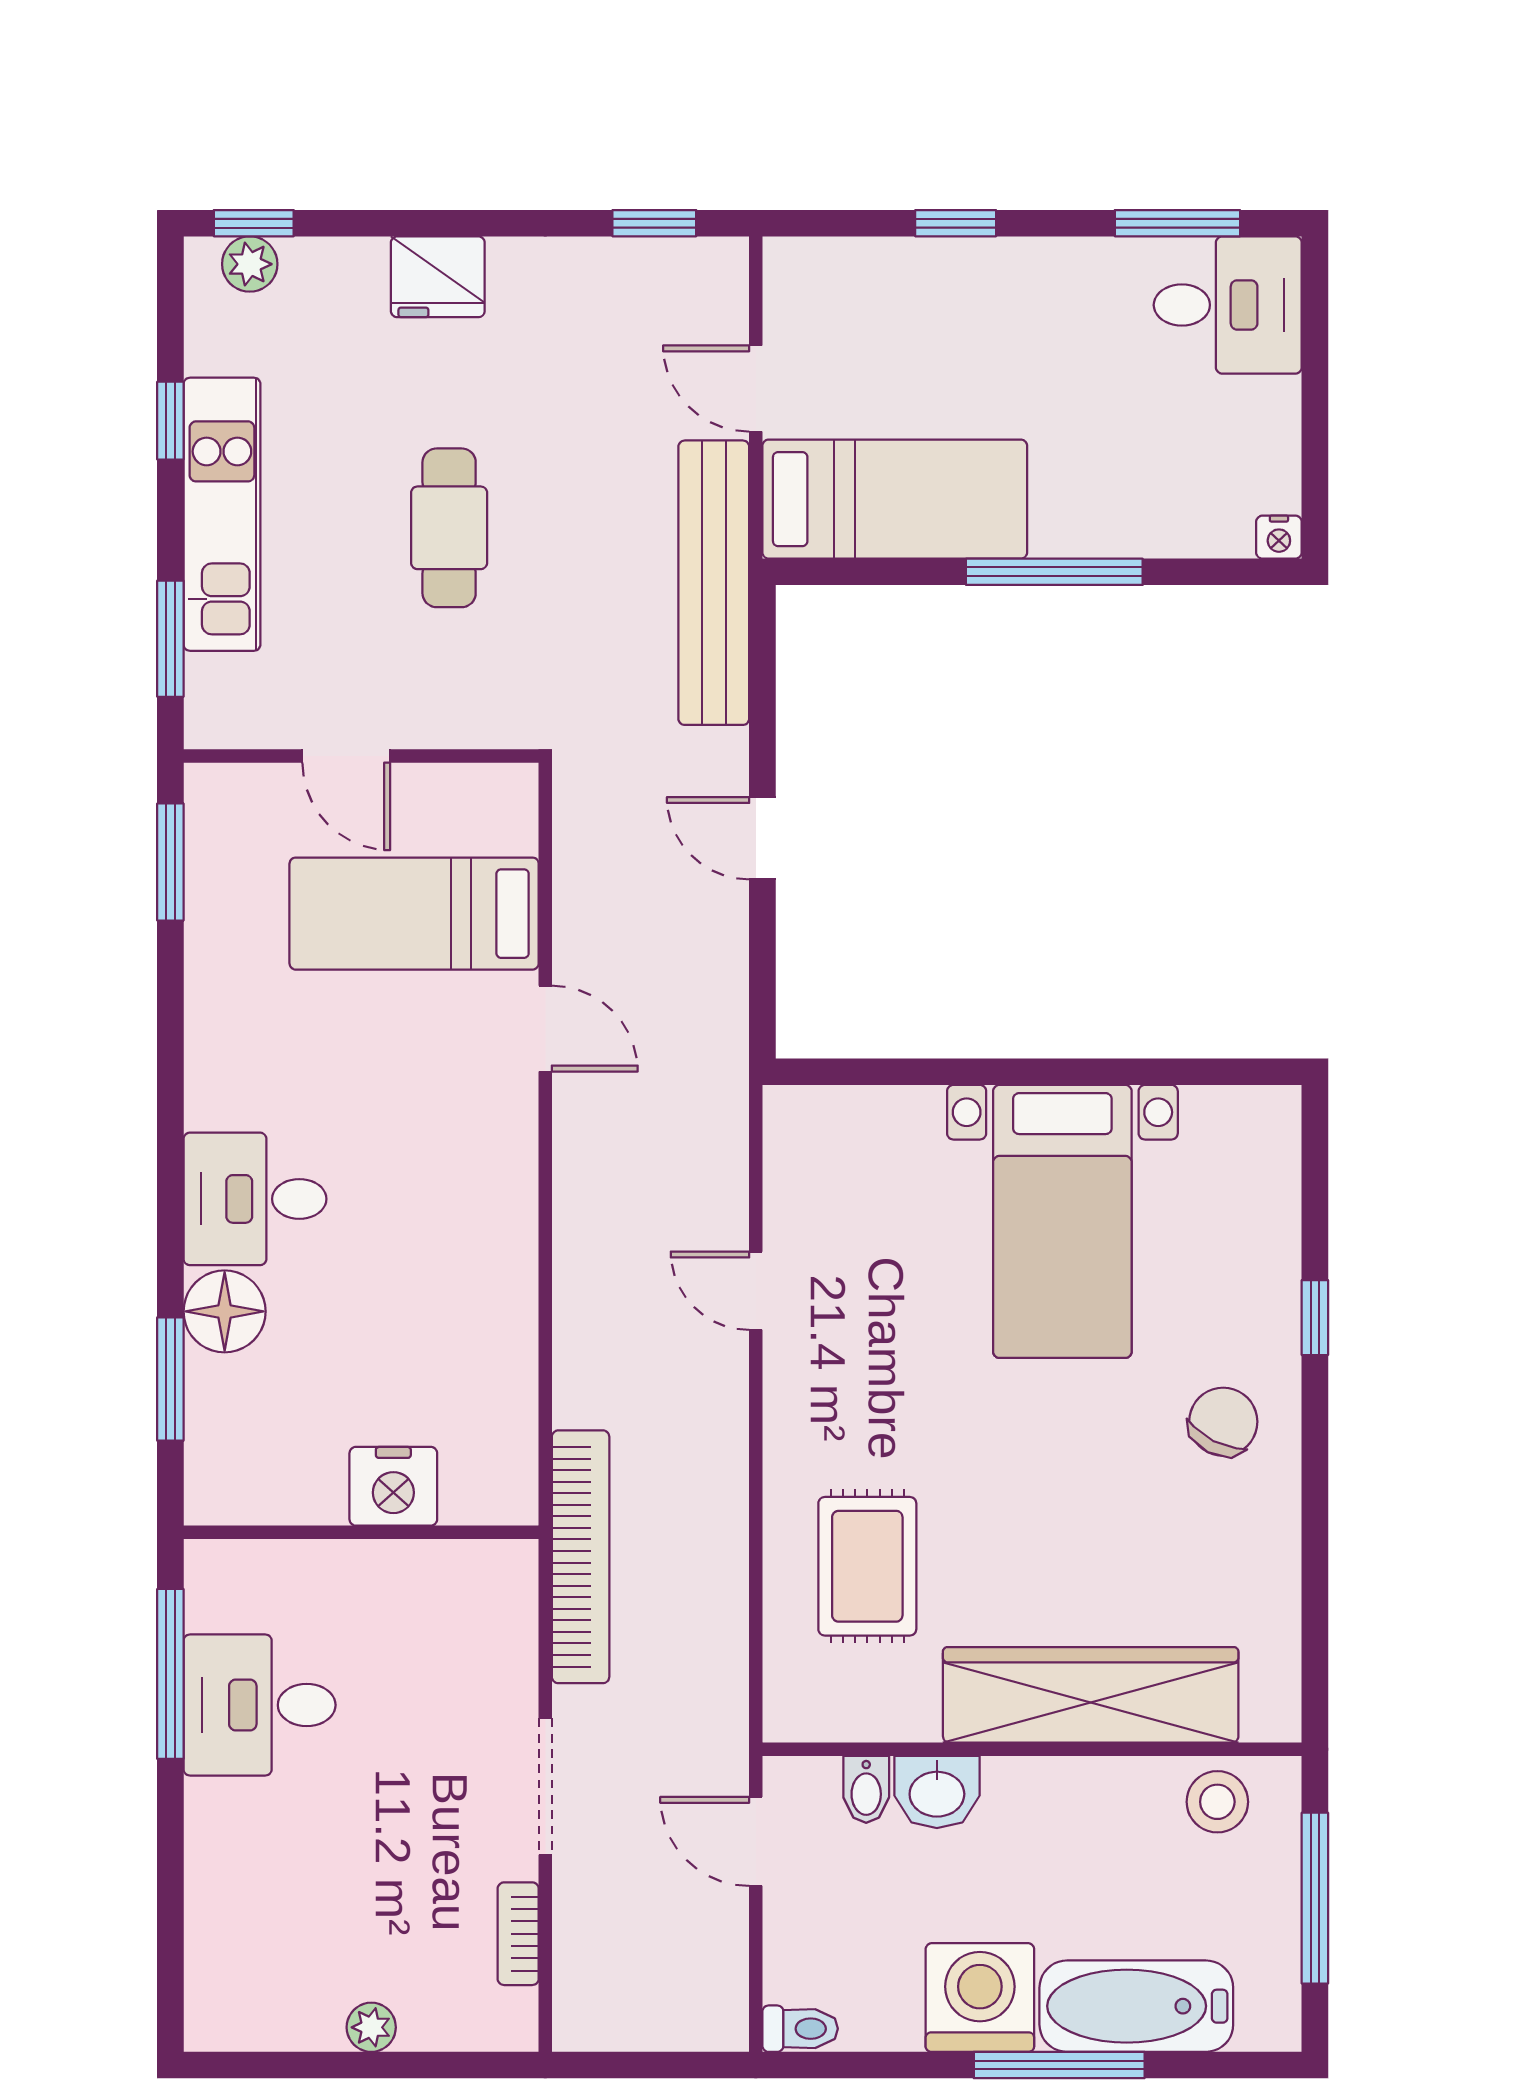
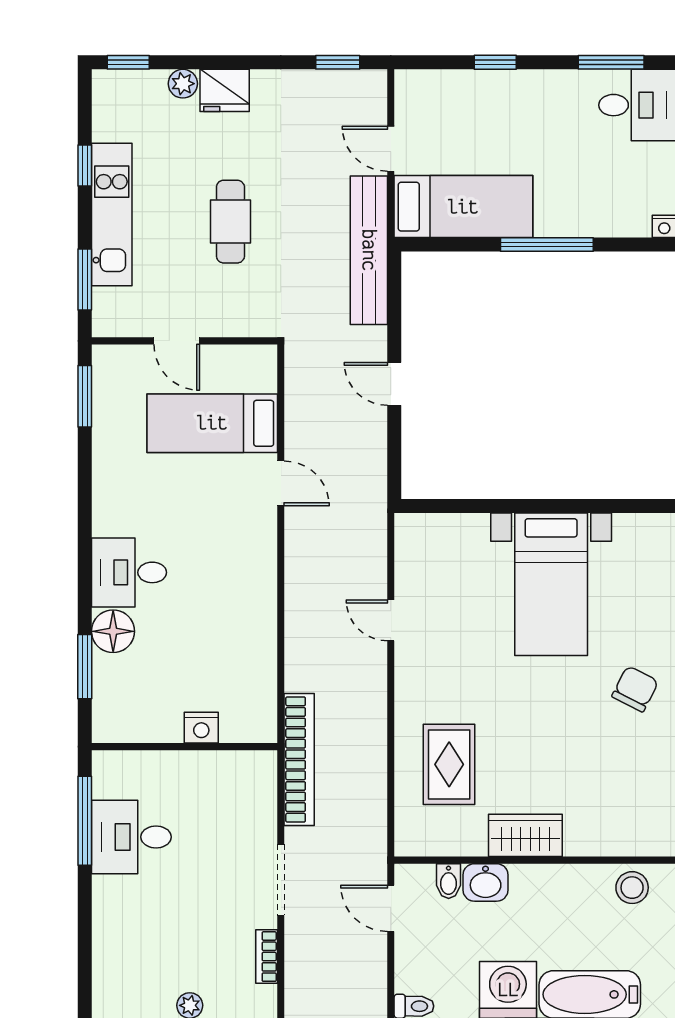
plant: (250, 264) -> (183, 84), moved
nightstand: (393, 1486) -> (201, 728), width x0.74, depth x0.75
wardrobe: (1091, 1695) -> (525, 835), width x0.48, depth x0.85

